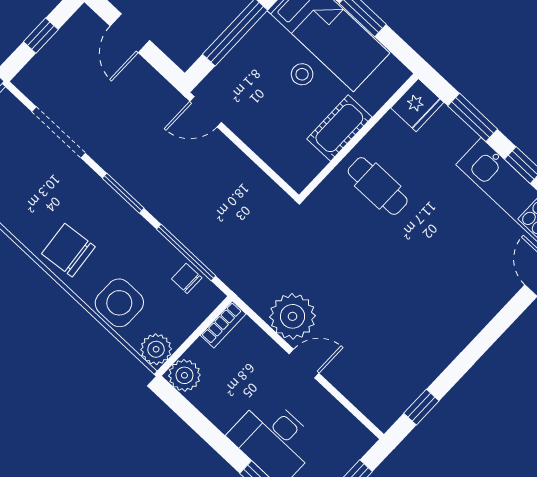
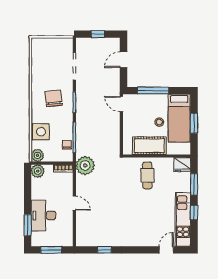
cot: (339, 128) -> (149, 146), width x1.37, depth x1.34
chair: (68, 250) -> (54, 98), moved
plant: (293, 316) -> (85, 166), moved
window: (421, 407) -> (104, 250), moved

